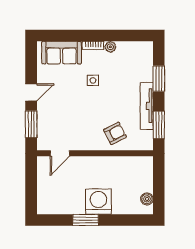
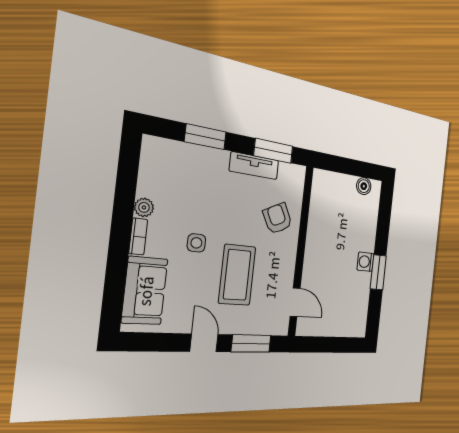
tv unit: (147, 106) -> (254, 166), width x0.71
coffee table: (75, 109) -> (237, 275), added
washing machine: (98, 202) -> (366, 262), width x0.53, depth x0.53

